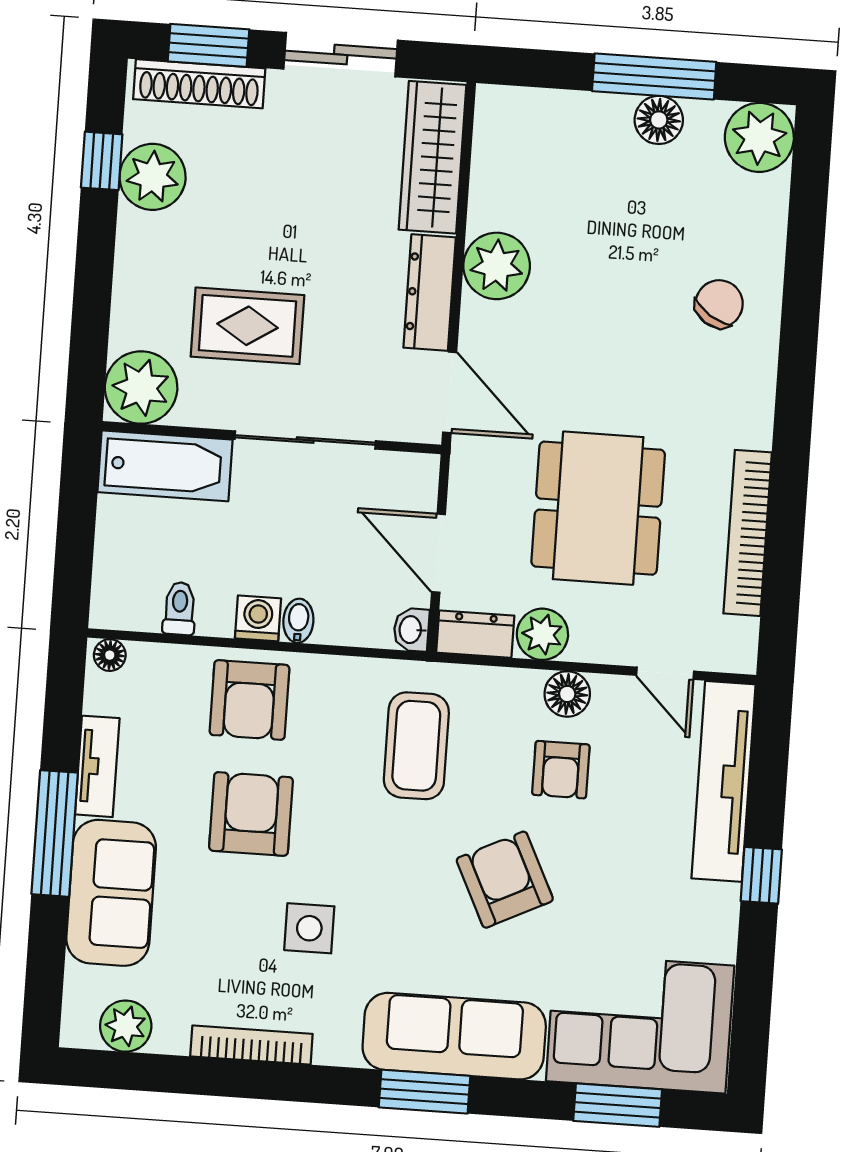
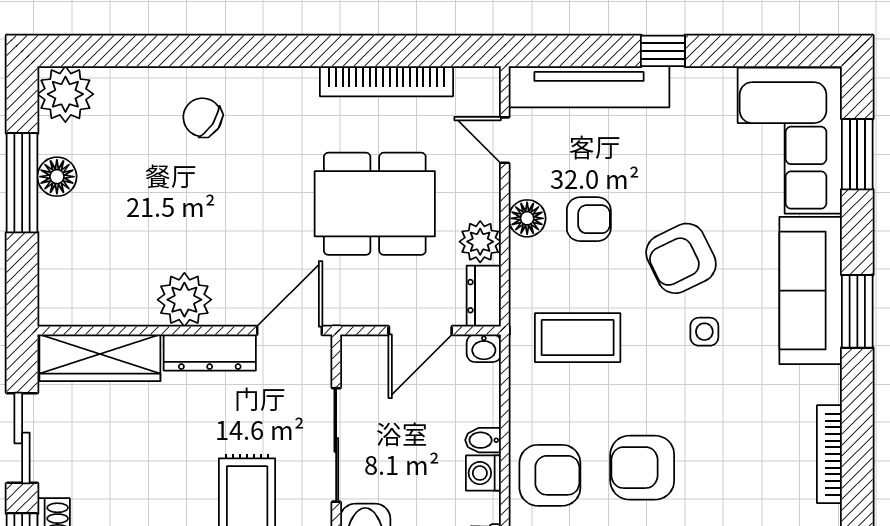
door: (665, 673) -> (505, 140), swing flipped
side table: (309, 928) -> (704, 332), moved, width x0.73, depth x0.73

